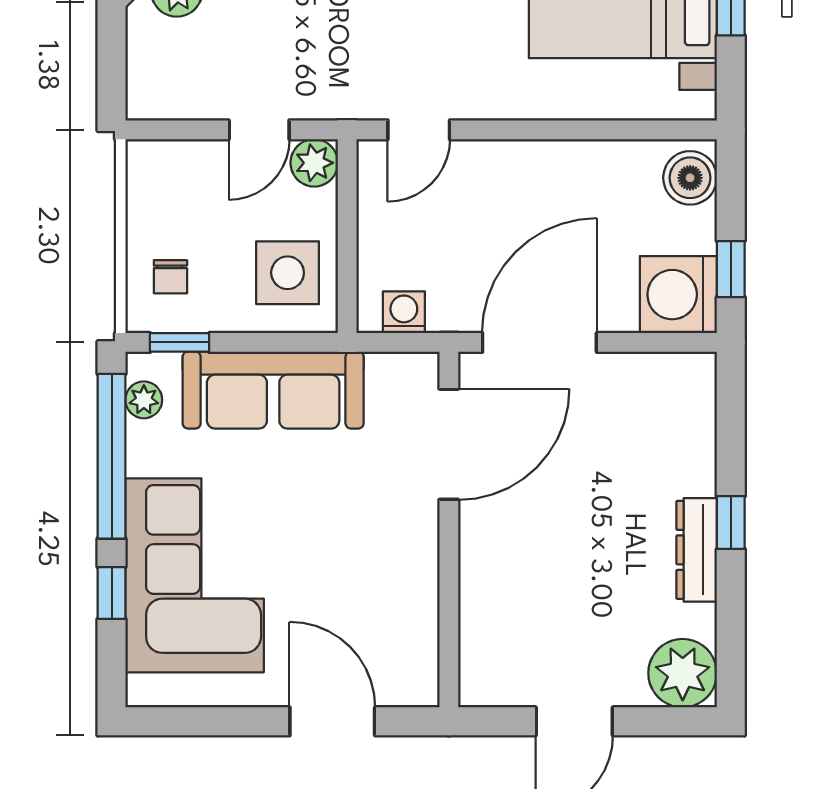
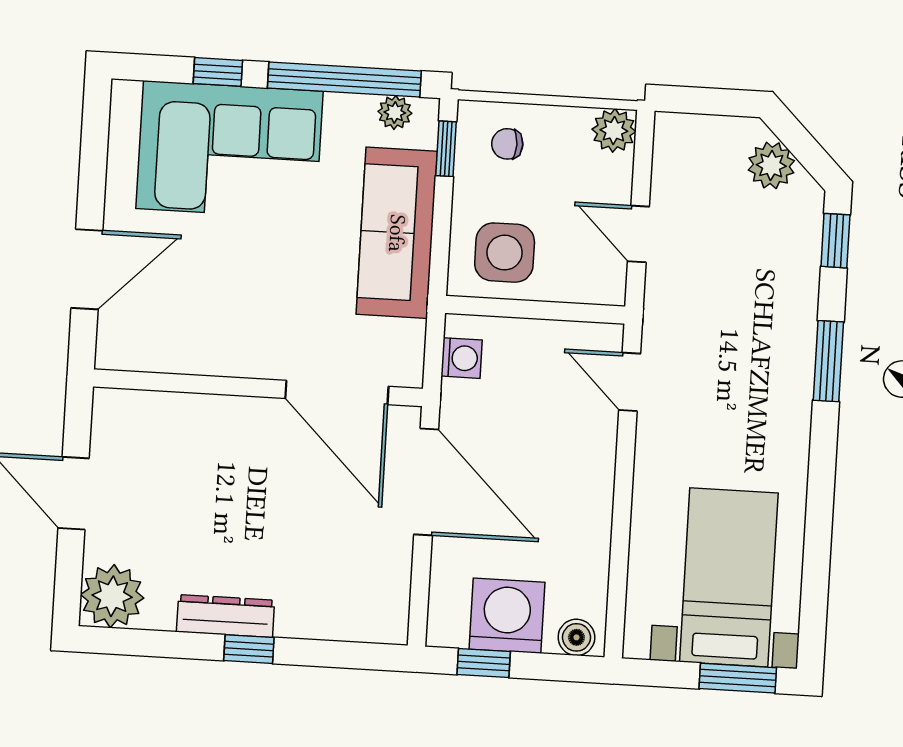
plant: (314, 163) -> (614, 130), moved
boiler: (690, 178) -> (576, 637), width x0.73, depth x0.73
washing machine: (678, 295) -> (507, 616), moved

